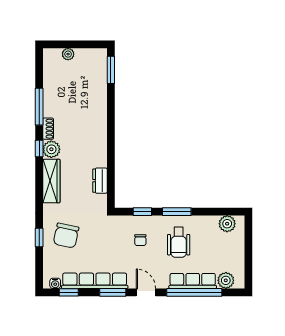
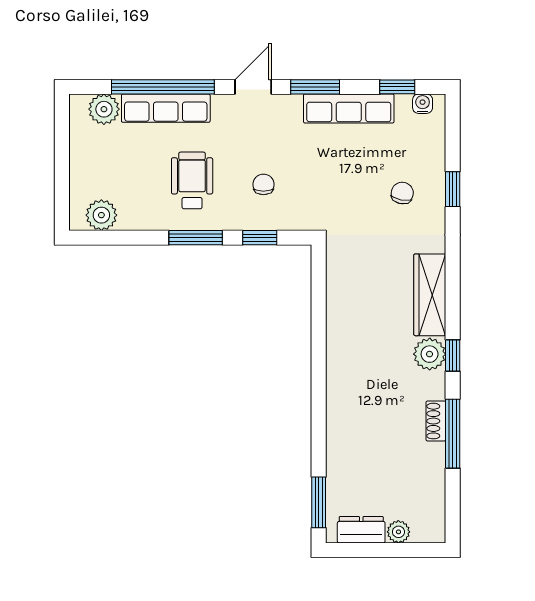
shoe rack: (48, 129) -> (436, 421), moved
dresser: (100, 181) -> (361, 530), moved, turned -90
chair: (66, 235) -> (402, 193), width x0.54, depth x0.54
row of seats: (95, 281) -> (349, 109), width x0.73
door: (146, 292) -> (253, 87), swing flipped

